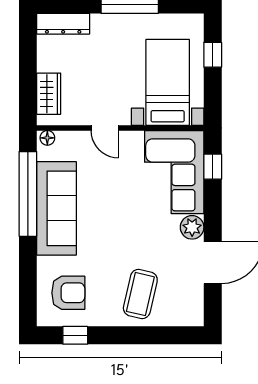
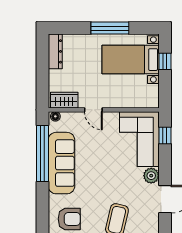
dresser: (63, 24) -> (55, 51), moved, turned -90
bed with nightstands: (168, 82) -> (131, 60), moved, turned -90
wardrobe: (49, 94) -> (64, 100), moved, turned -90

